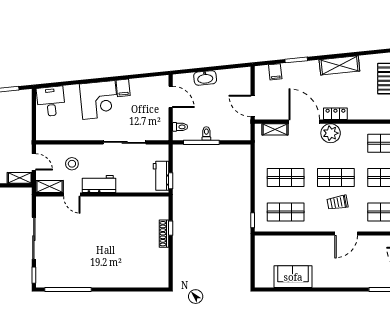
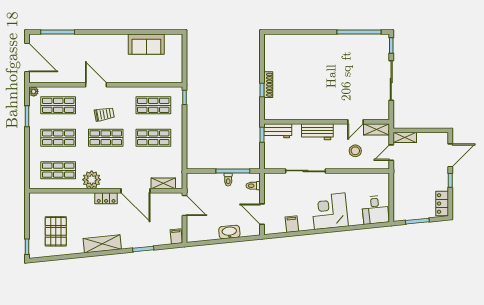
filing cabinet: (275, 72) -> (176, 236), moved
filing cabinet: (123, 88) -> (292, 224), moved
plant: (331, 133) -> (92, 180), moved
door: (34, 162) -> (391, 153), hinge flipped
workbench: (161, 176) -> (278, 131), moved, turned 90
workbench: (99, 184) -> (317, 132), moved
door: (72, 194) -> (355, 122), swing flipped
door: (346, 234) -> (96, 85), hinge flipped

